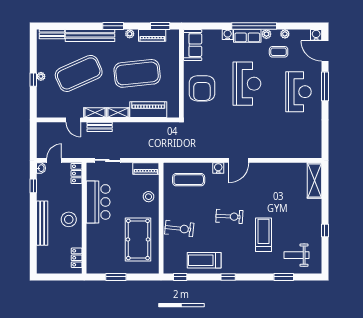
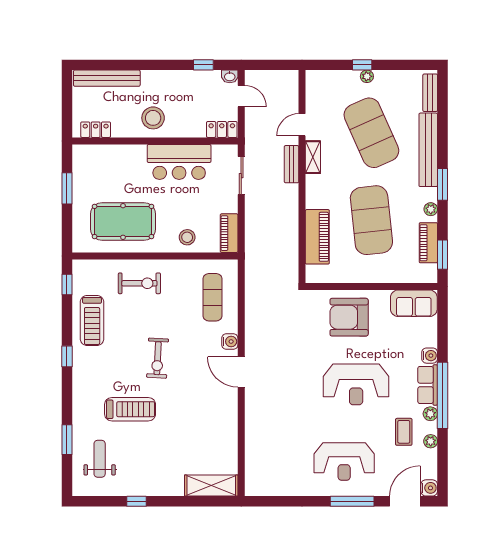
shelving: (118, 113) -> (313, 192), removed
bench: (42, 223) -> (107, 78), moved
exercise bike: (179, 229) -> (139, 283), turned -96
treadmill: (204, 260) -> (92, 320), turned 180

